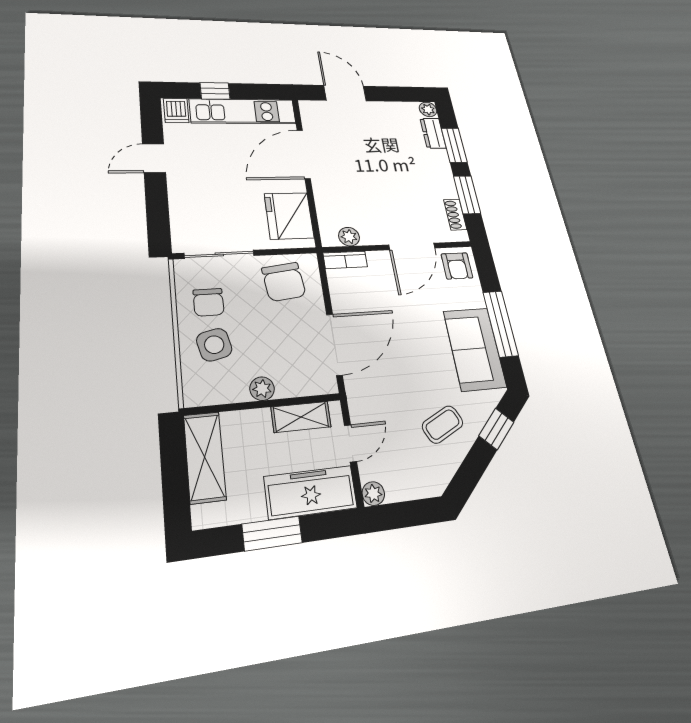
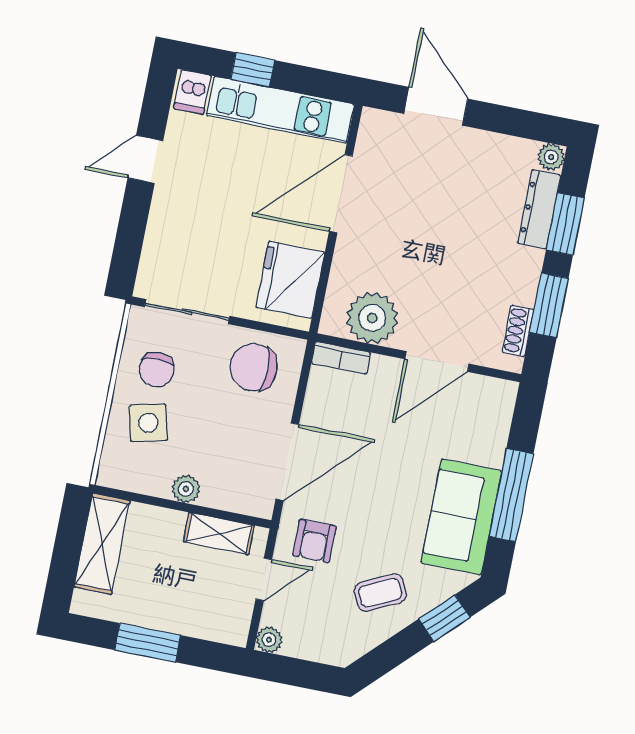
dresser: (433, 133) -> (539, 209), width x1.44
plant: (349, 237) -> (372, 318), width x1.88, depth x1.88
armchair: (457, 266) -> (314, 541), moved
chair: (284, 282) -> (254, 367), turned 97
freezer: (311, 492) -> (202, 616), removed

